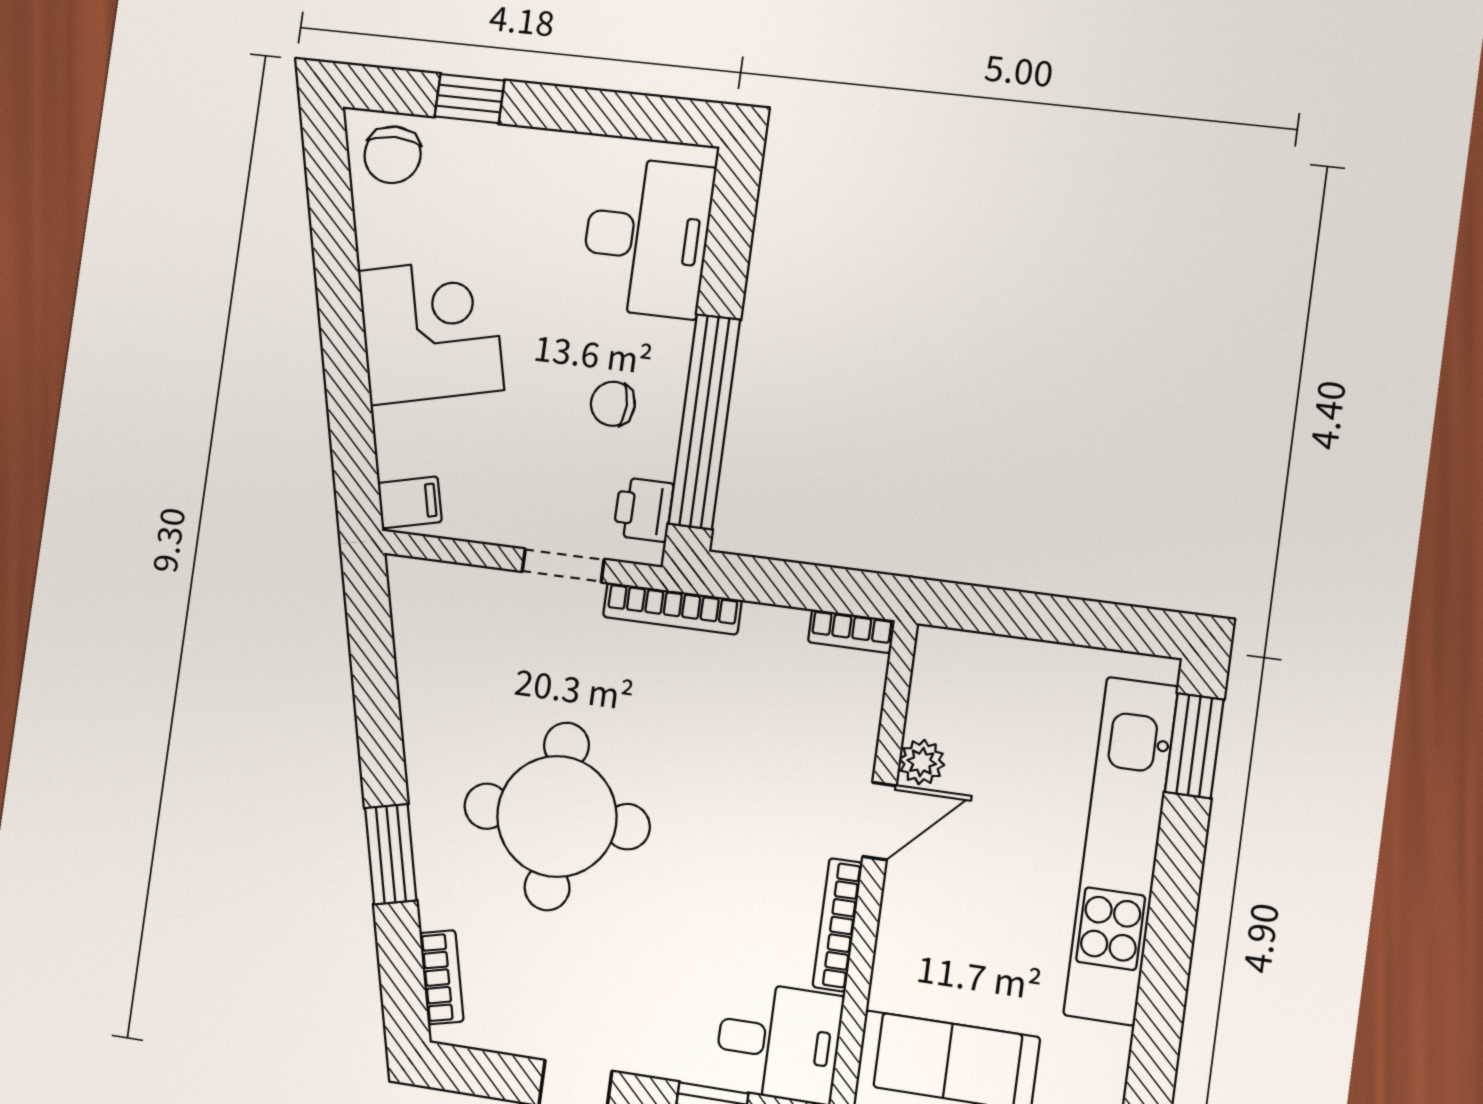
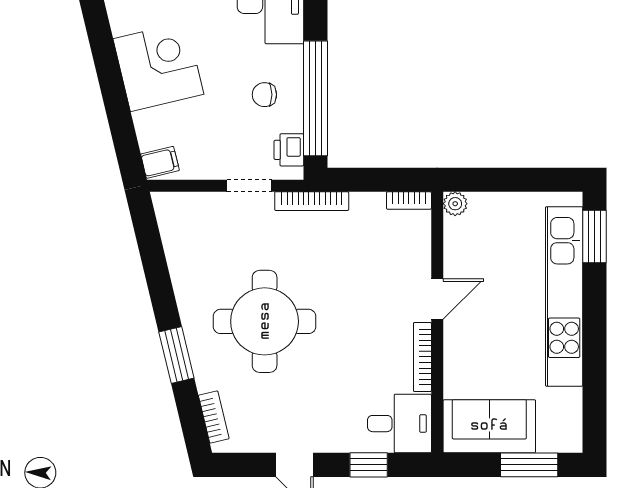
plant: (922, 762) -> (455, 204), moved

